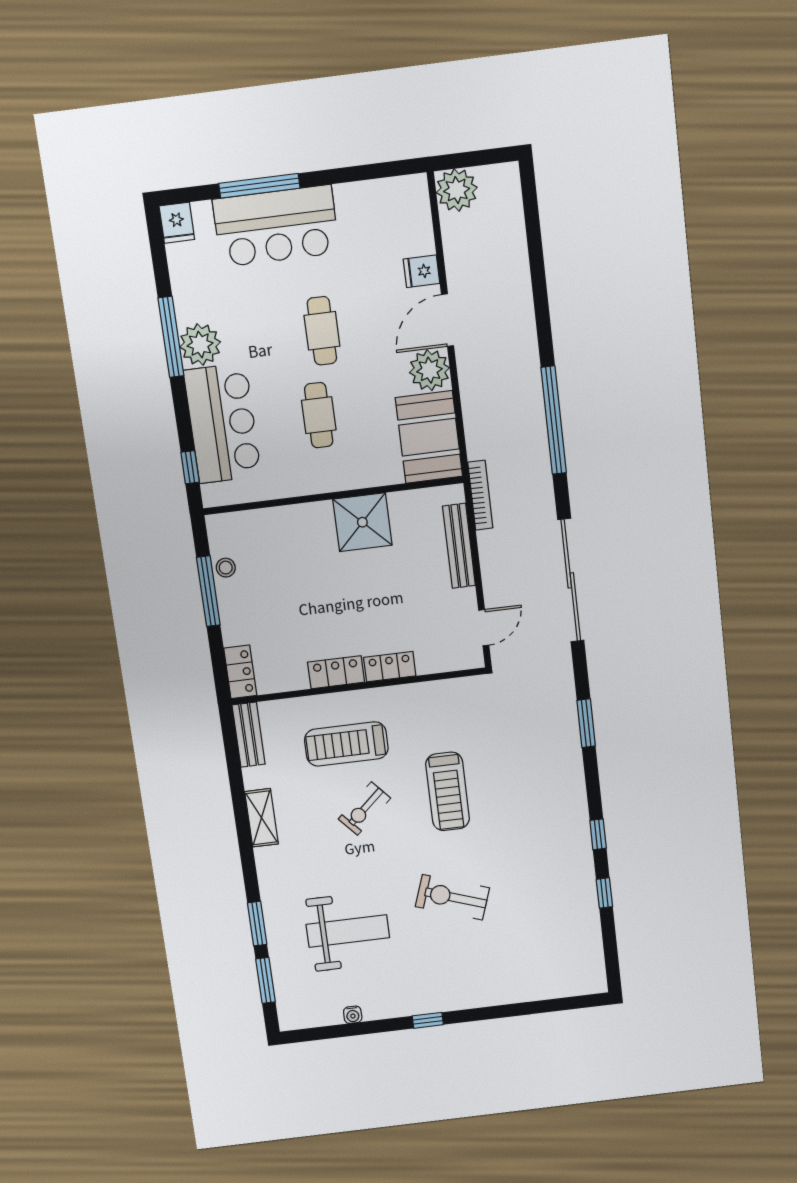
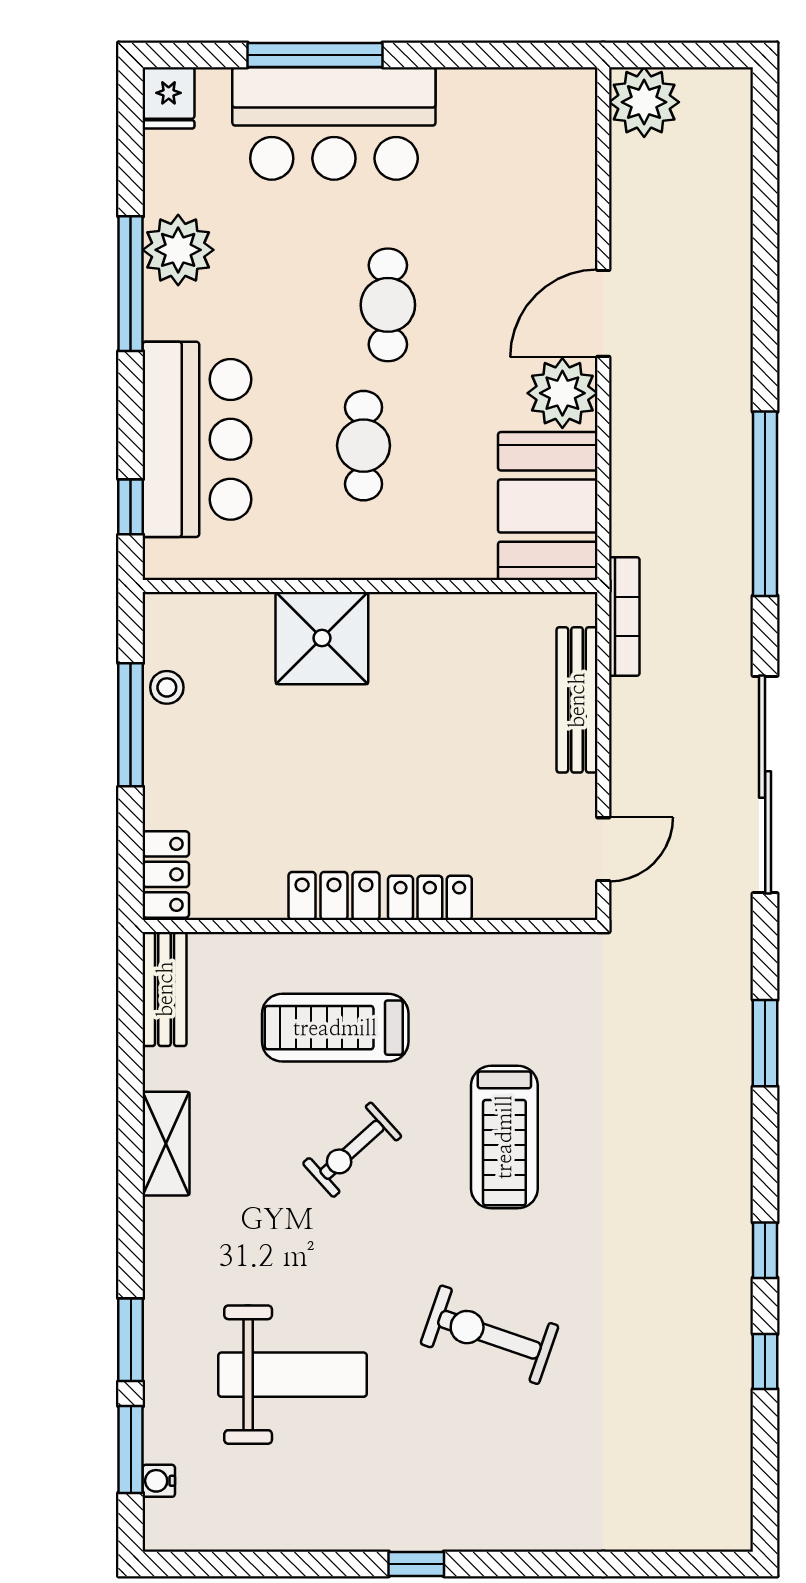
fridge: (422, 271) -> (569, 227), removed
plant: (200, 345) -> (178, 250), moved
shower: (362, 522) -> (322, 638), moved
water cooler: (353, 1015) -> (159, 1481), moved, turned 90

